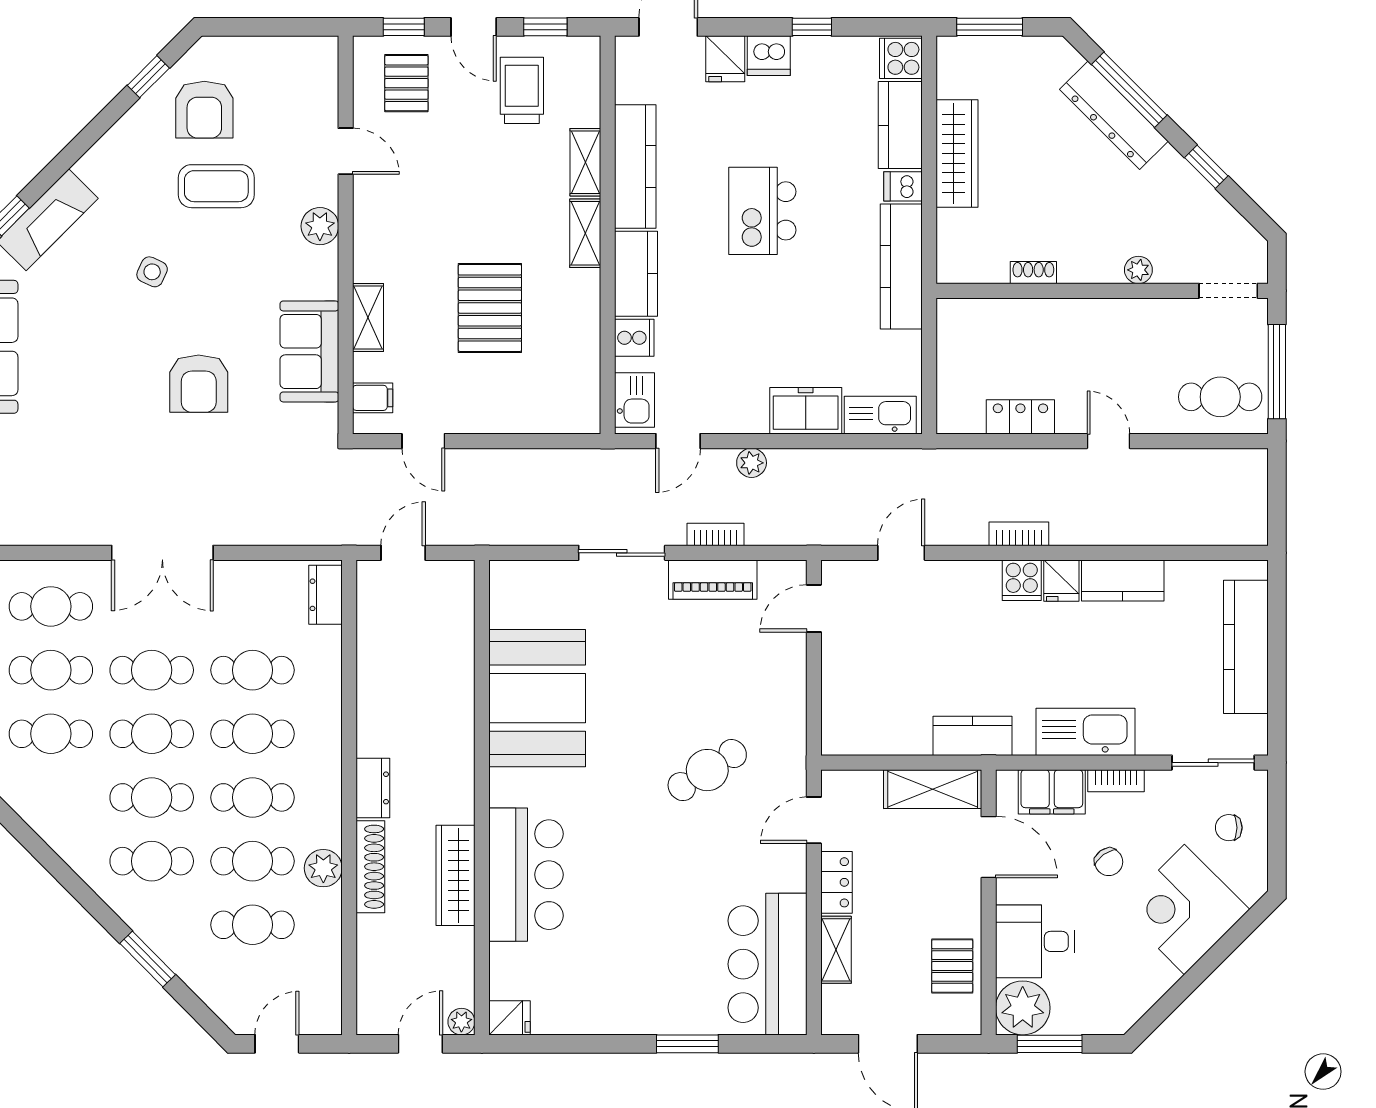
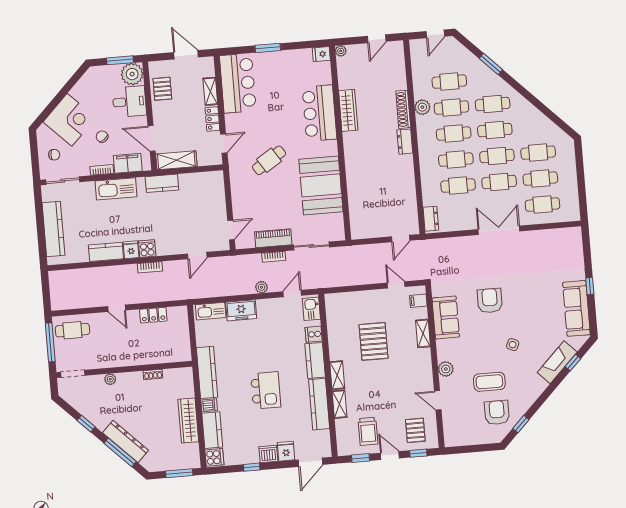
booth: (537, 698) -> (321, 185), moved
wall: (482, 797) -> (340, 143), moved
wardrobe: (455, 875) -> (348, 110), moved
bar counter: (526, 875) -> (319, 113), moved
fridge: (509, 1018) -> (321, 54), moved
plant: (461, 1022) -> (341, 51), moved

